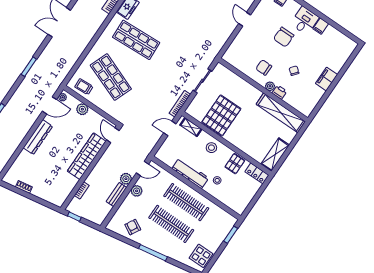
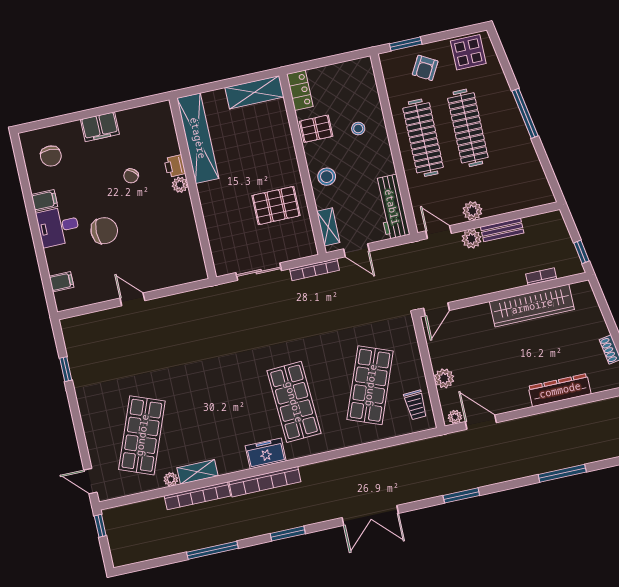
door: (245, 19) -> (132, 299), swing flipped
chair: (264, 68) -> (51, 156), moved
pallet: (221, 115) -> (276, 206), width x0.73, depth x0.71
dresser: (38, 137) -> (560, 390), moved
wardrobe: (87, 156) -> (532, 306), moved
workbench: (190, 173) -> (392, 207), moved
armchair: (133, 227) -> (425, 68), moved

